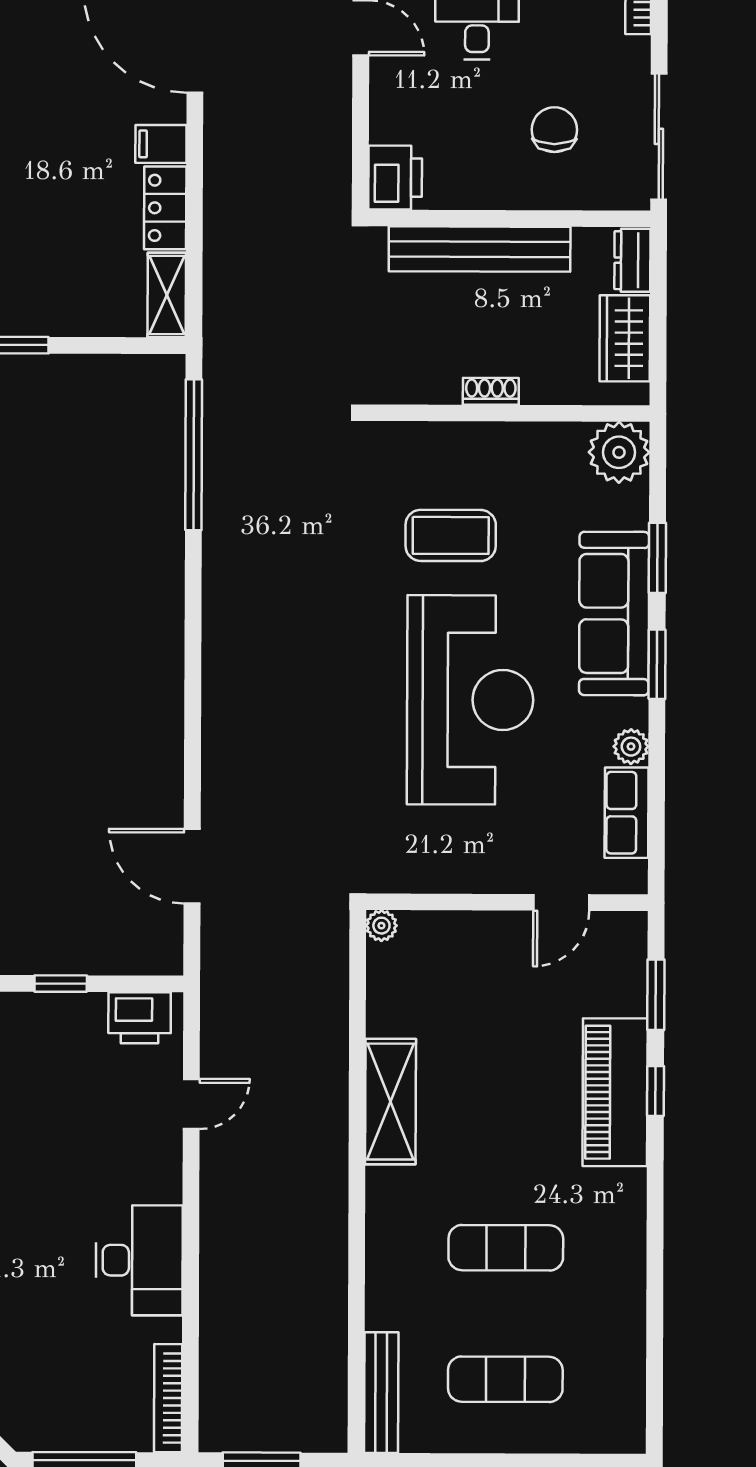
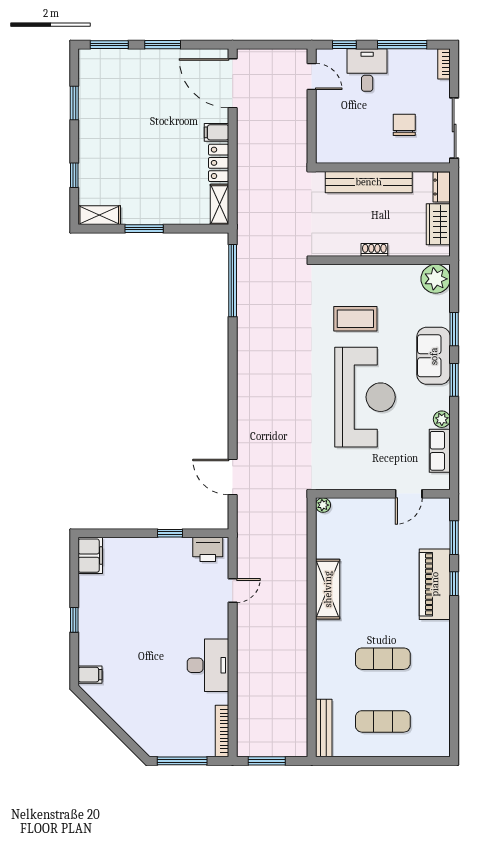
printer: (395, 178) -> (328, 148), removed
sofa: (614, 613) -> (434, 356), width x0.73

